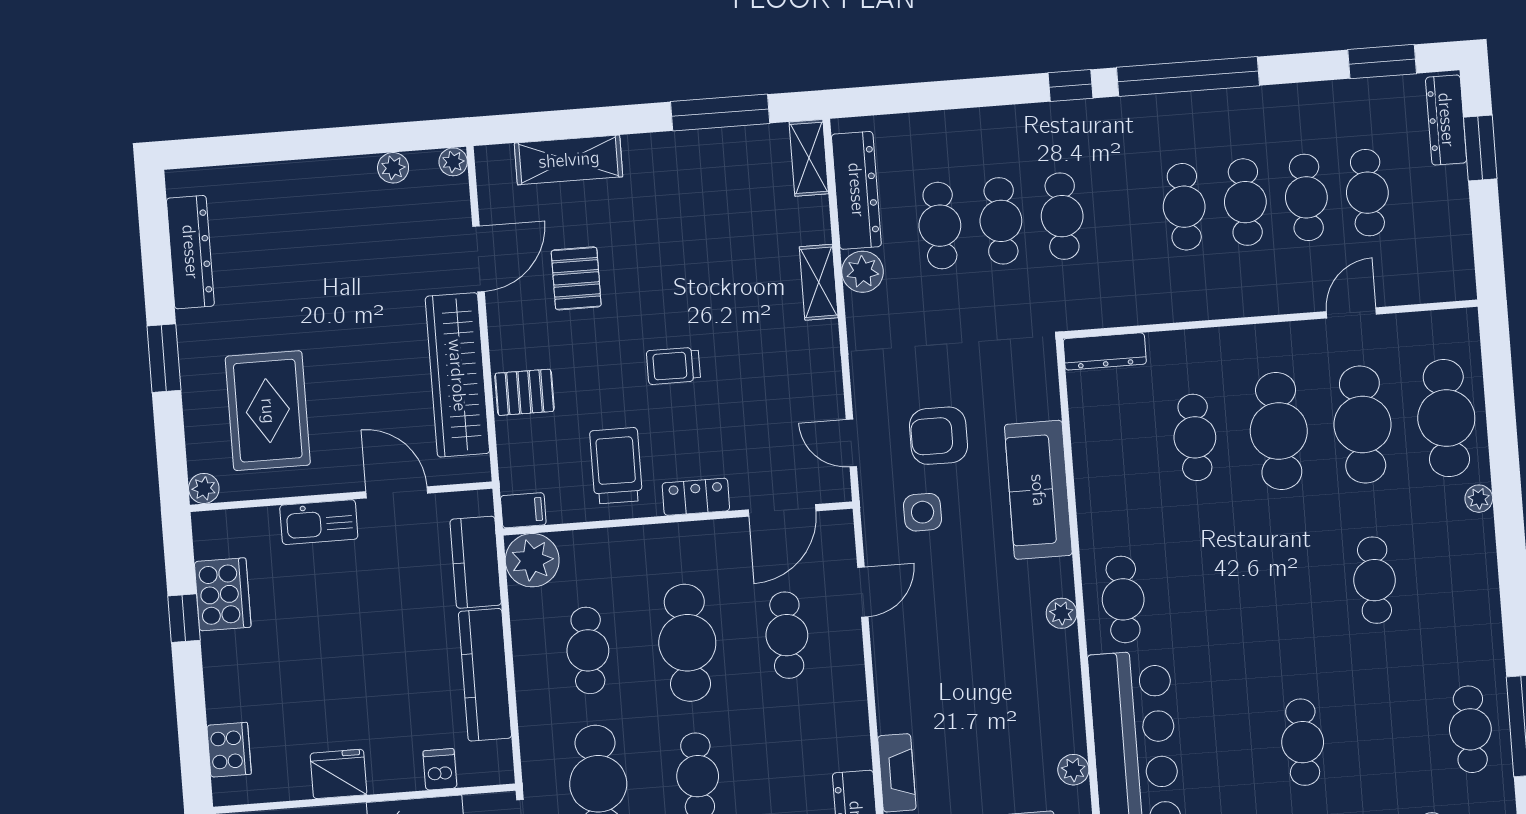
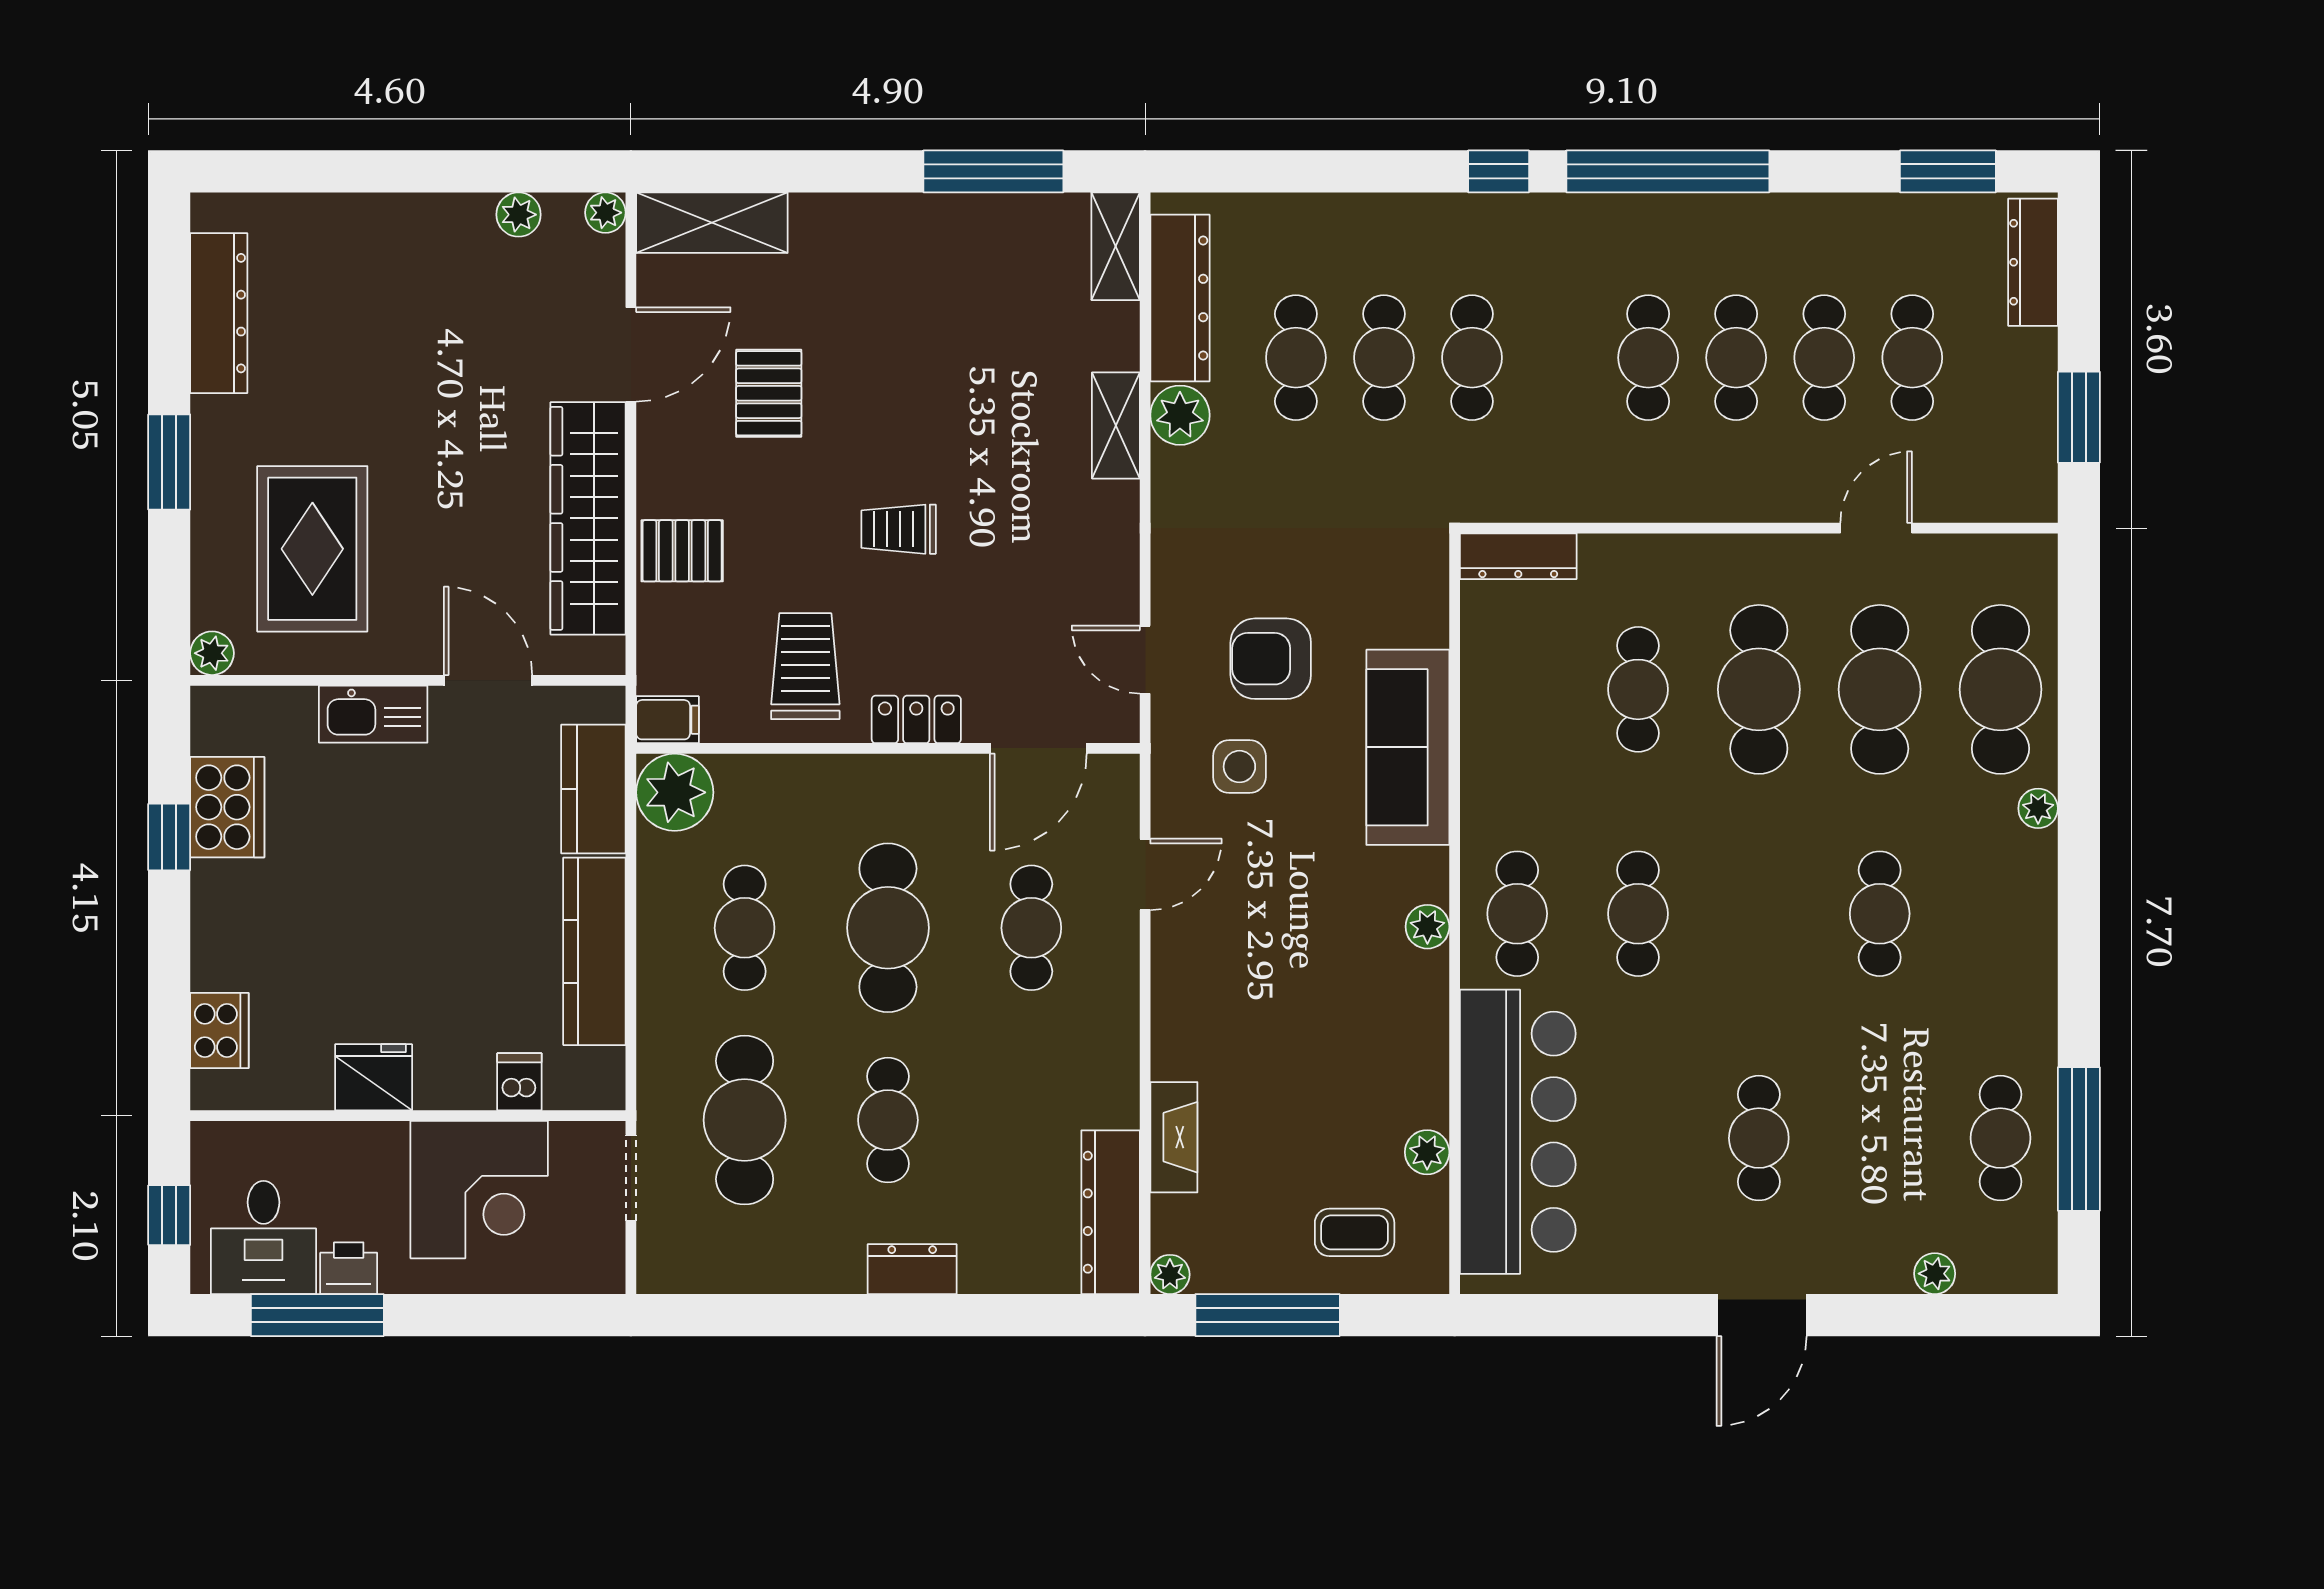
window: (1480, 148) -> (2079, 417), moved
shelving: (569, 160) -> (712, 223), moved
cafe table: (1207, 593) -> (1638, 914), added

